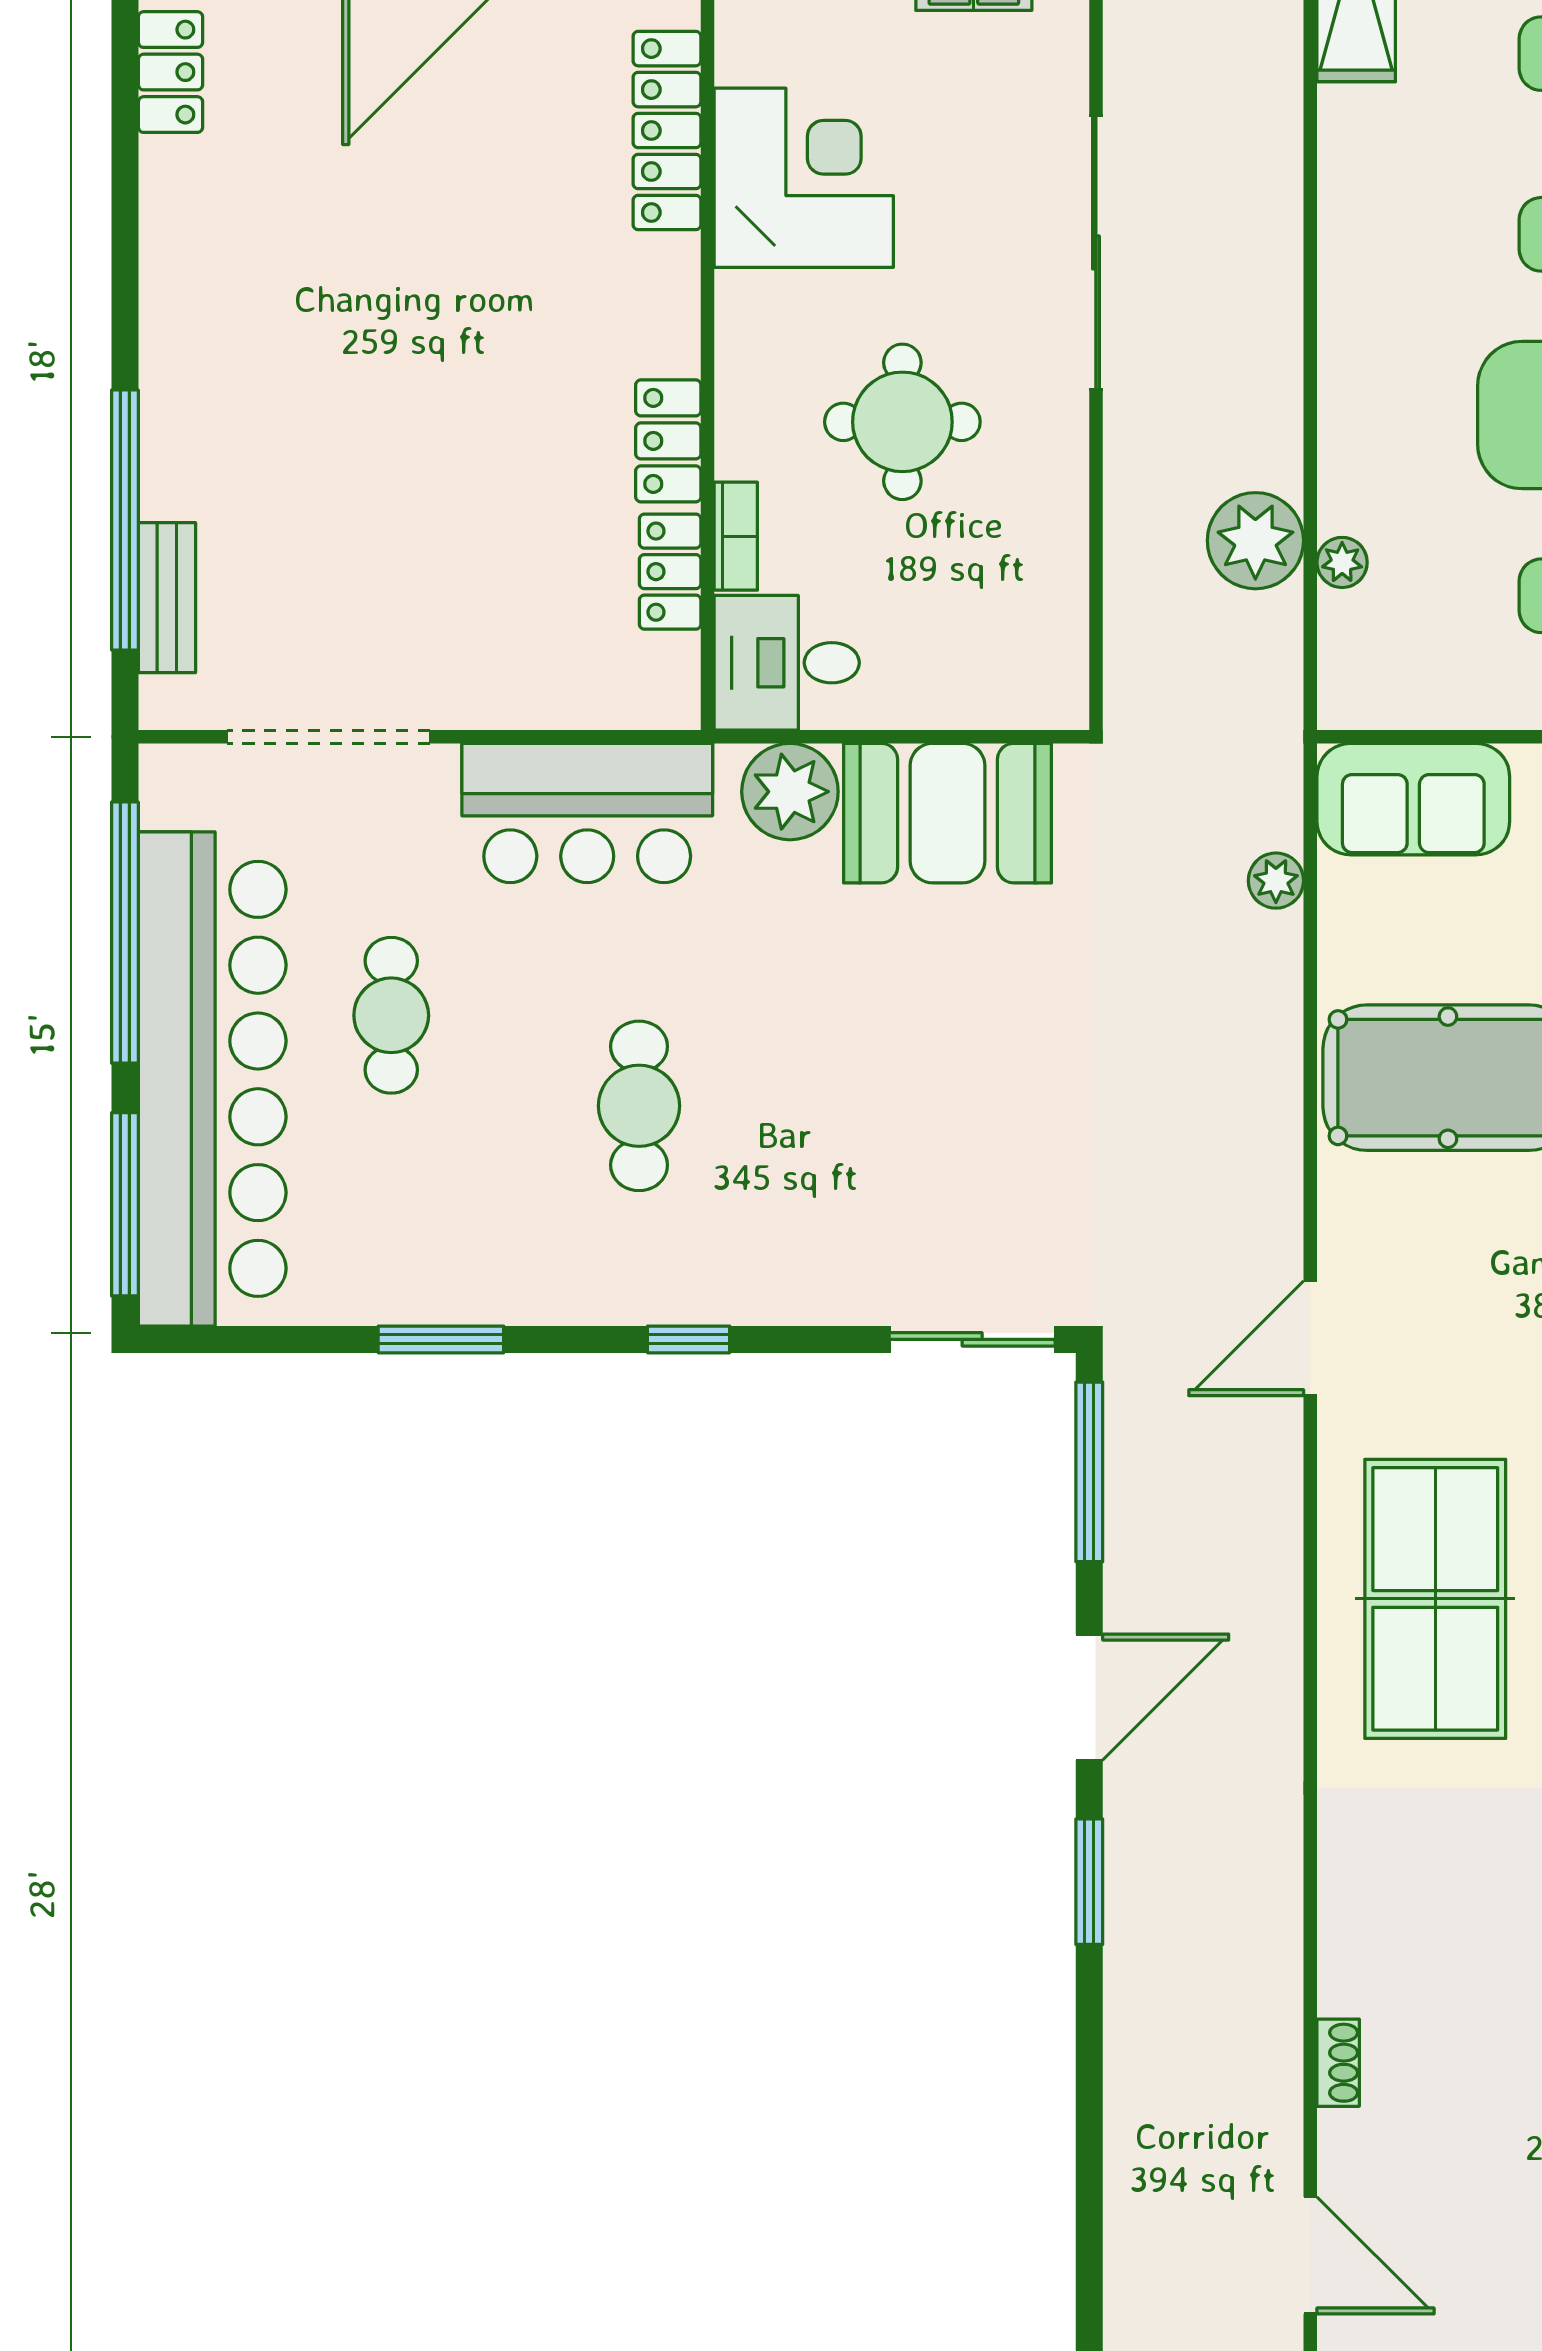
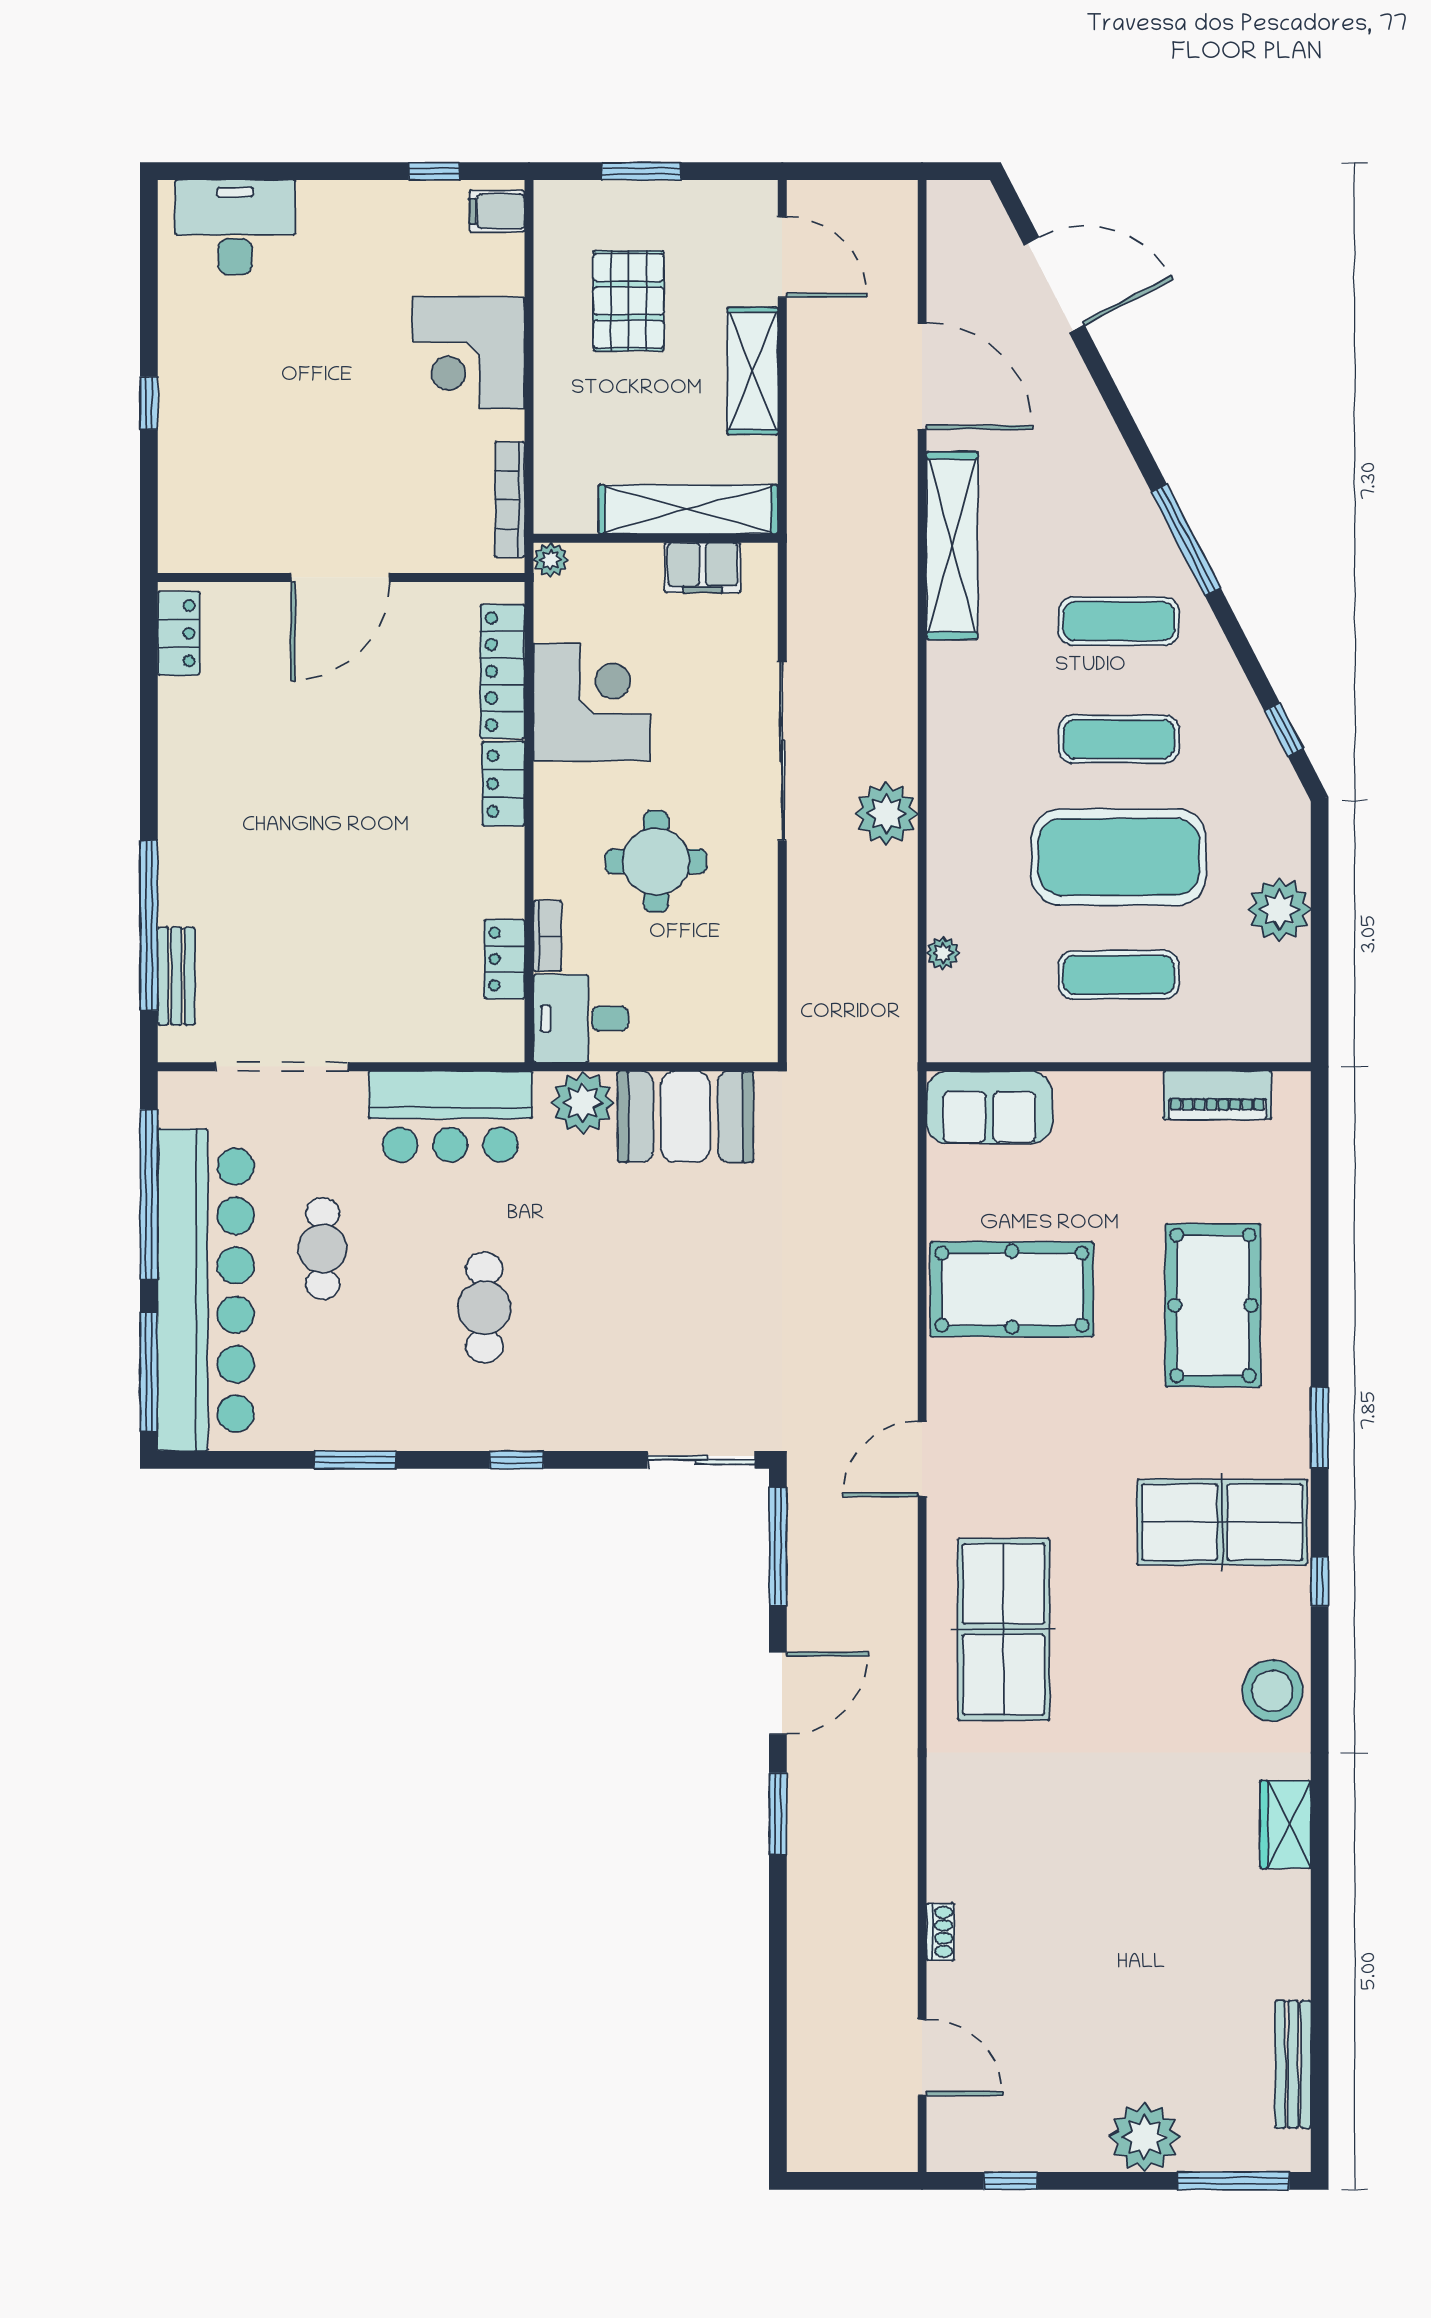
locker: (668, 441) -> (503, 784), moved
plant: (1255, 541) -> (886, 814), moved
plant: (1276, 881) -> (900, 1161), removed

